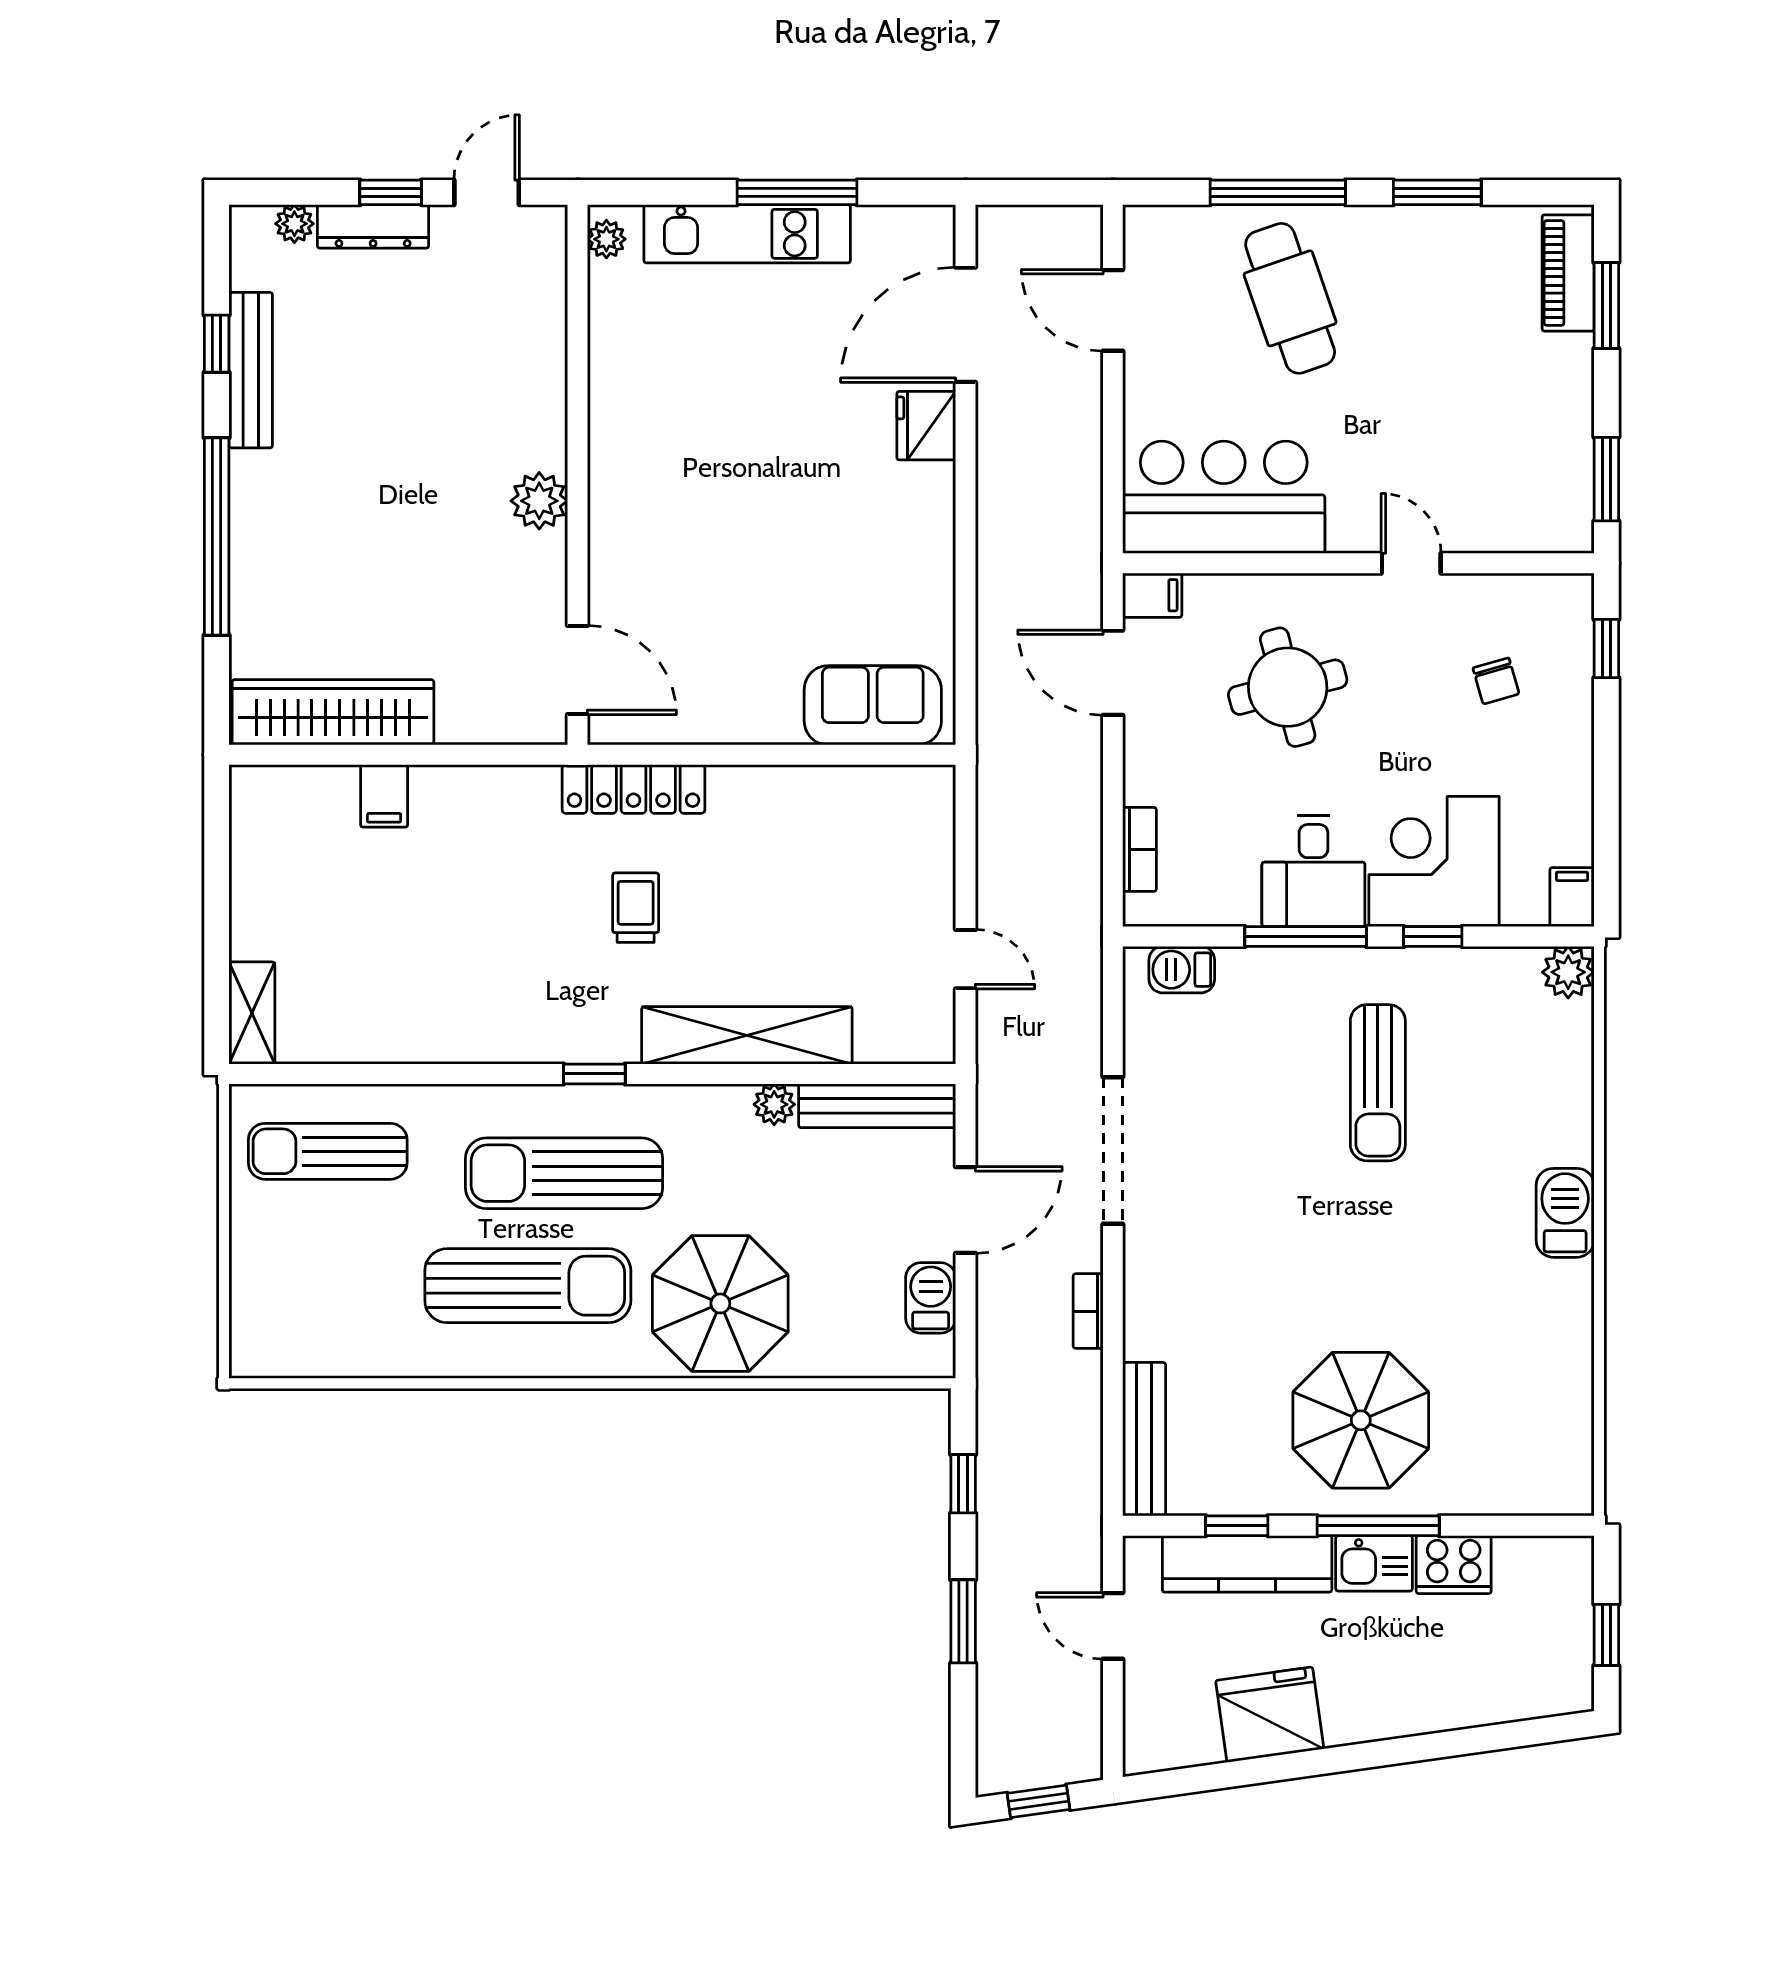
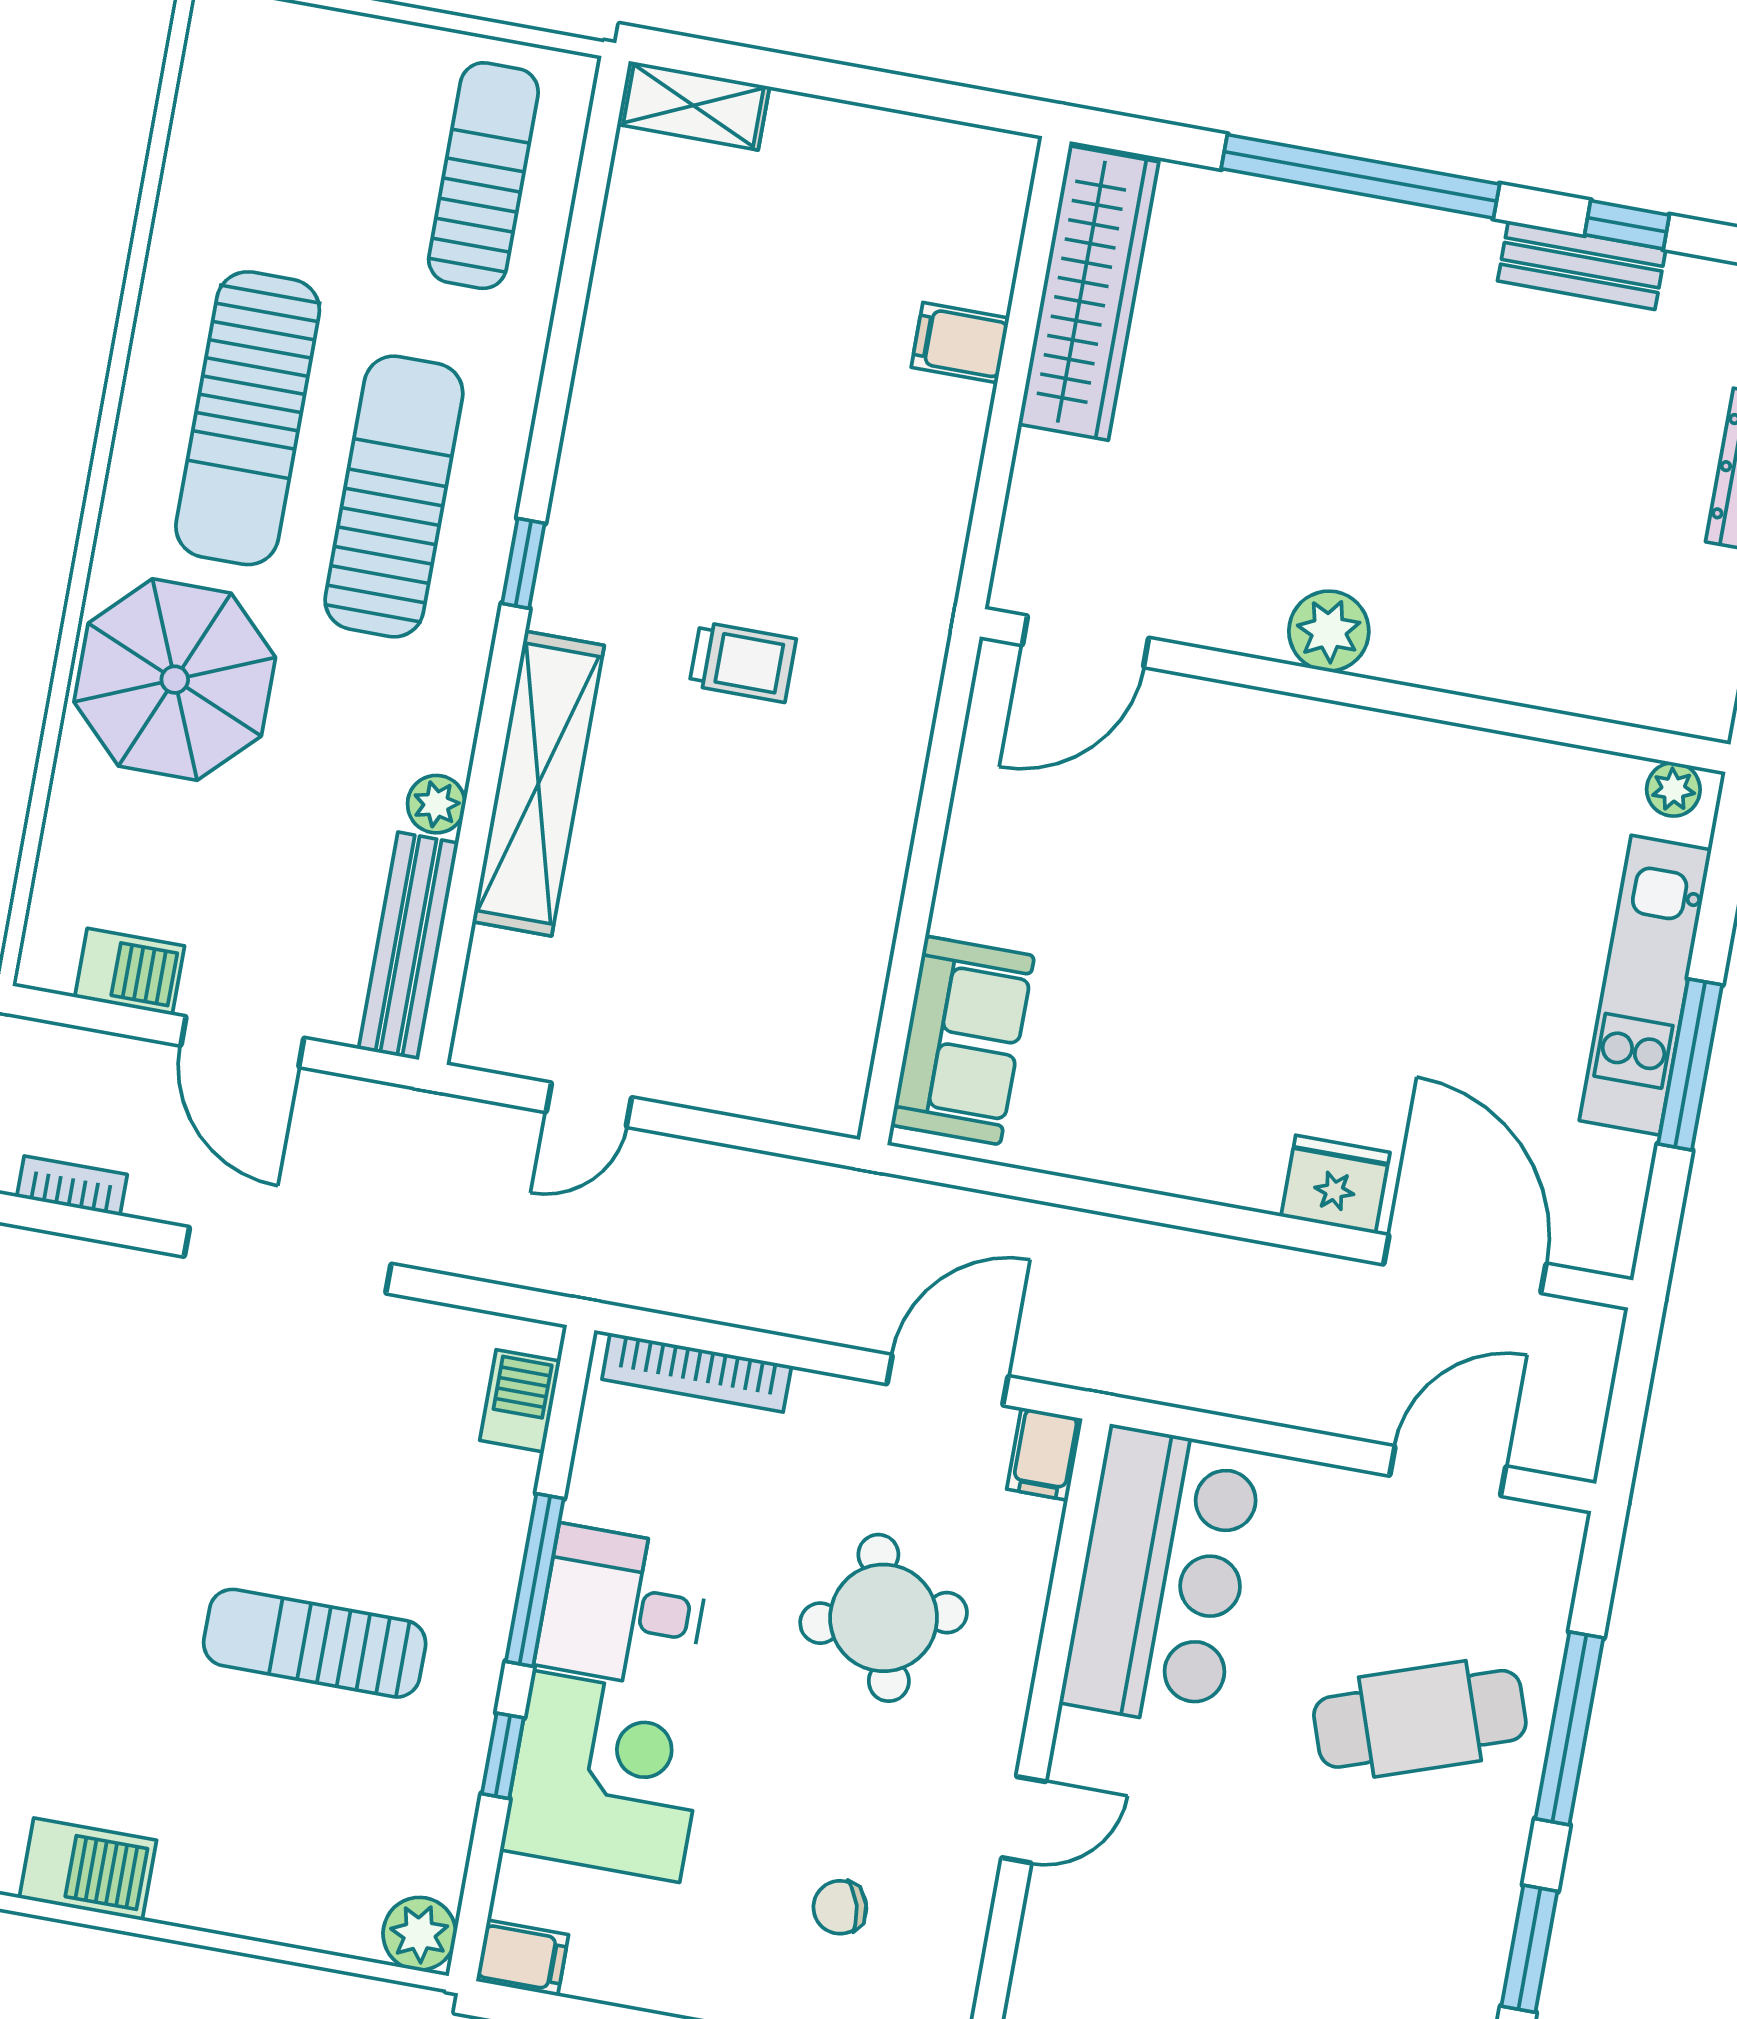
bench: (251, 370) -> (1582, 265), width x0.73
locker: (633, 789) -> (907, 689), removed
bookcase: (1139, 849) -> (697, 1373), width x1.56

